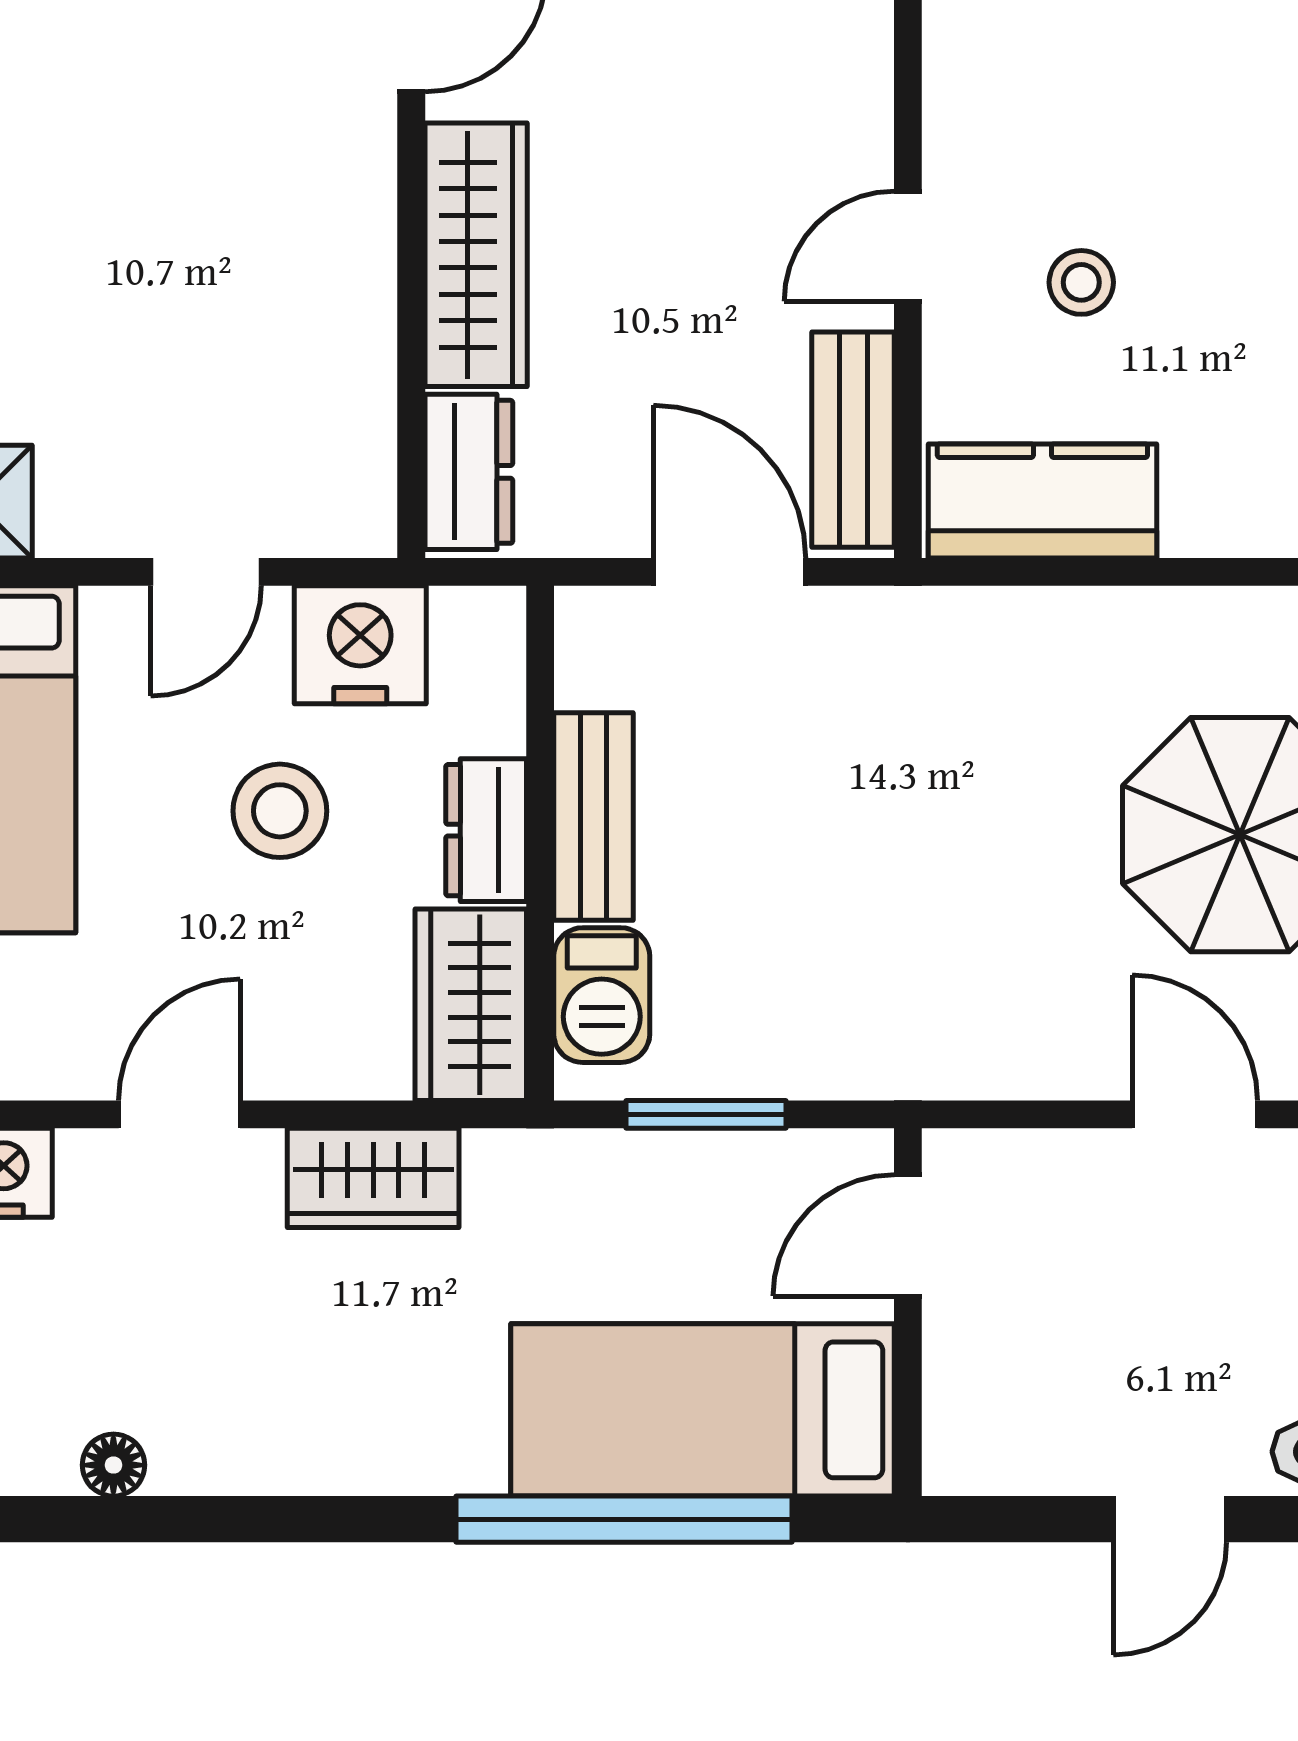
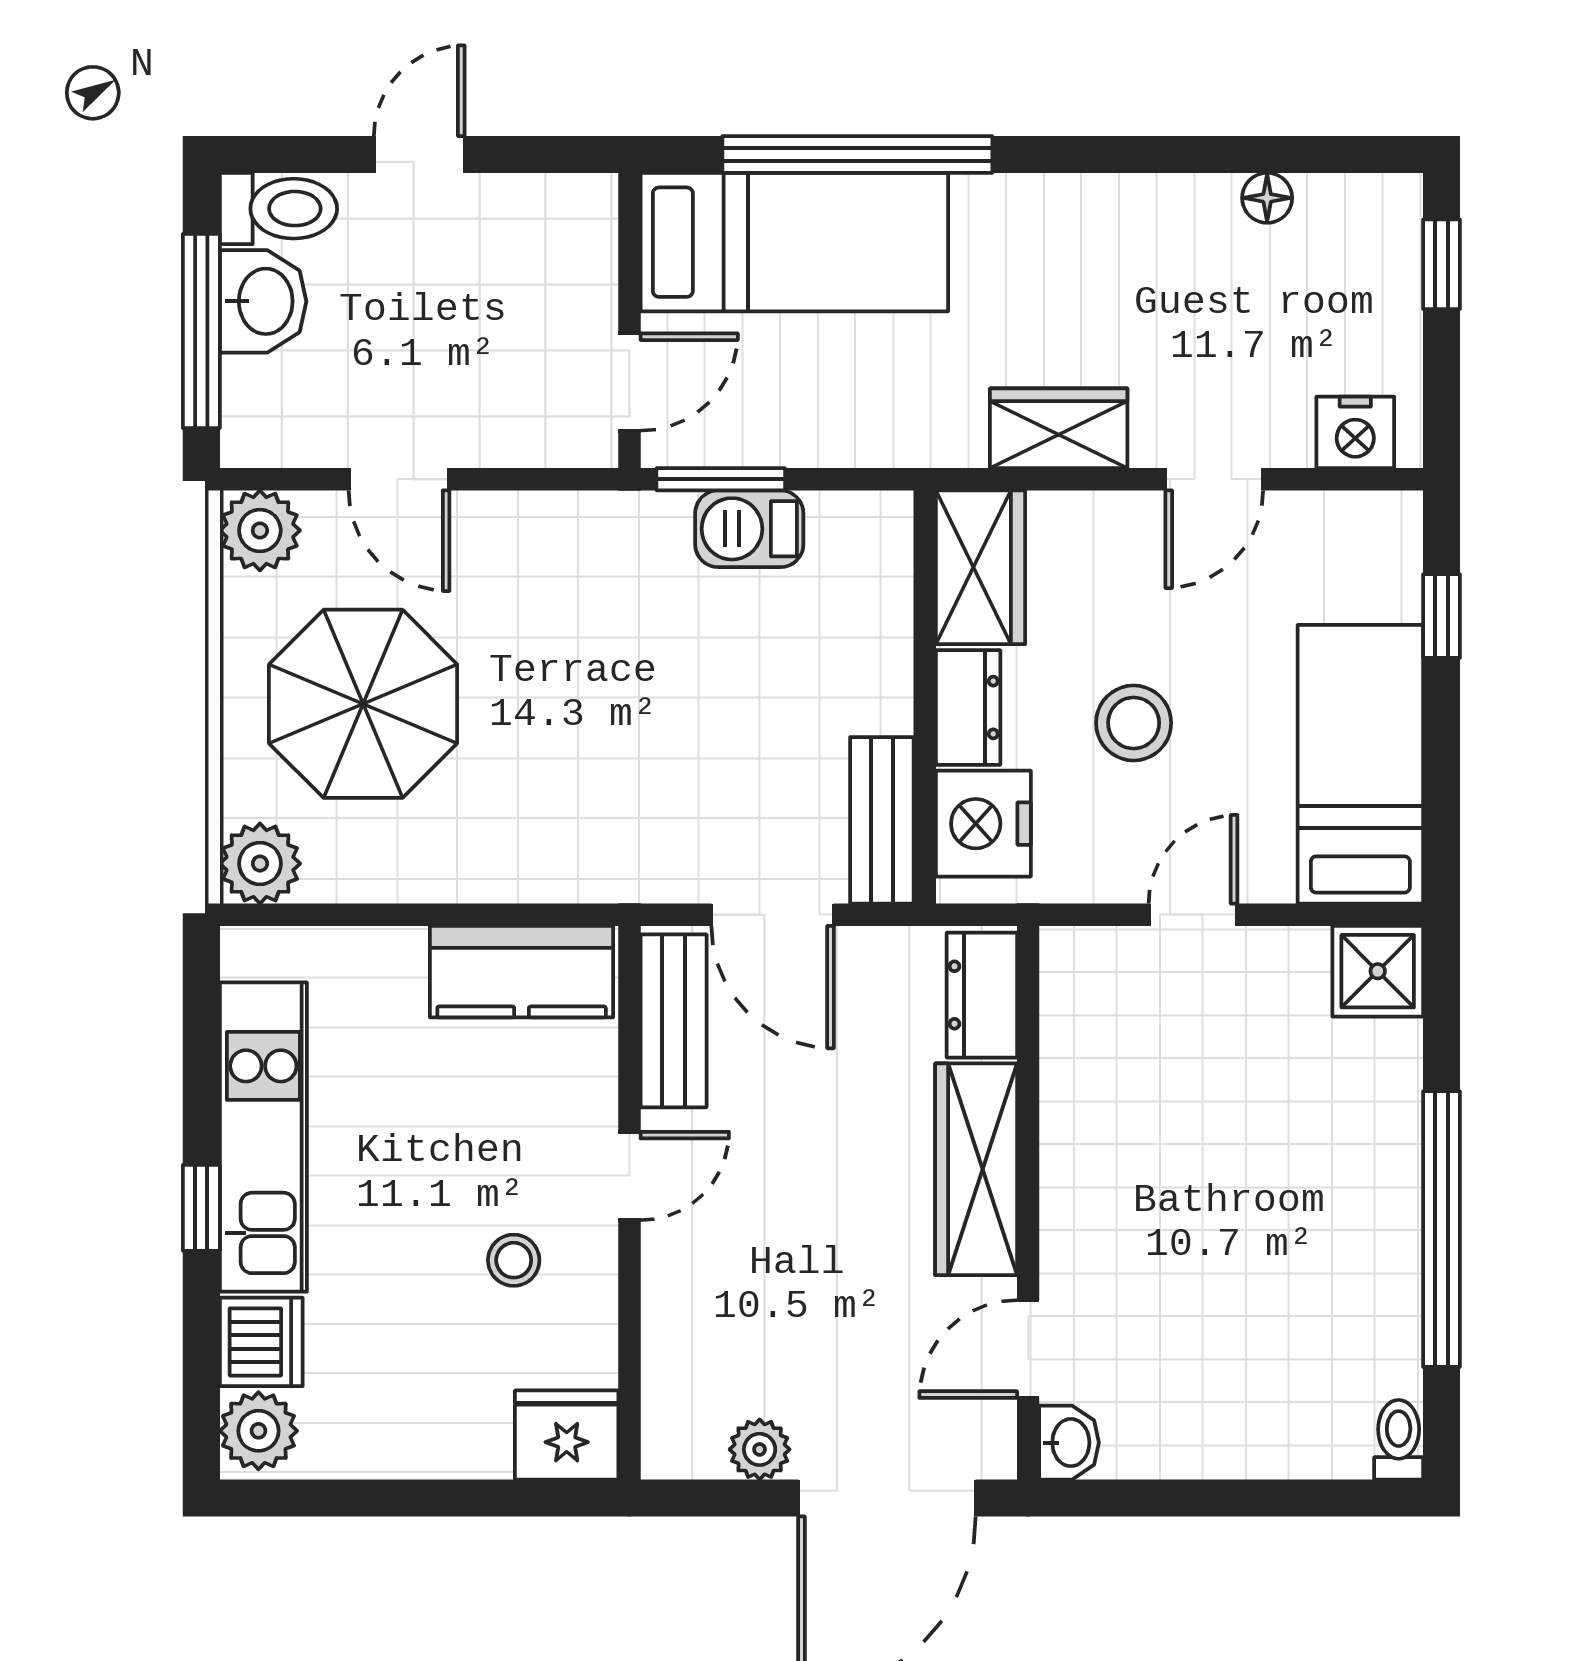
stool: (1081, 282) -> (514, 1260), moved
nightstand: (360, 645) -> (983, 824), moved, turned 90
bench: (594, 816) -> (882, 820), moved
barbecue: (602, 995) -> (749, 529), moved, turned -90
window: (706, 1114) -> (721, 479), moved

